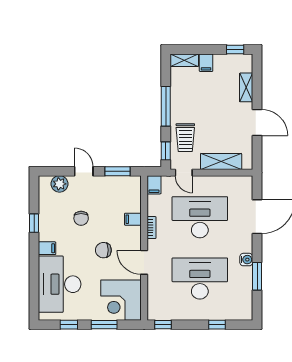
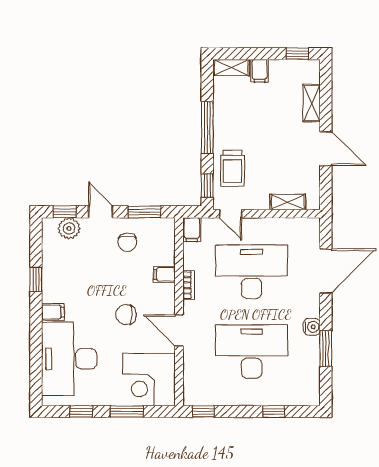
shelving: (221, 162) -> (288, 202), width x0.67, depth x0.75
window: (56, 171) -> (65, 212), added
chair: (81, 218) -> (127, 242), moved

